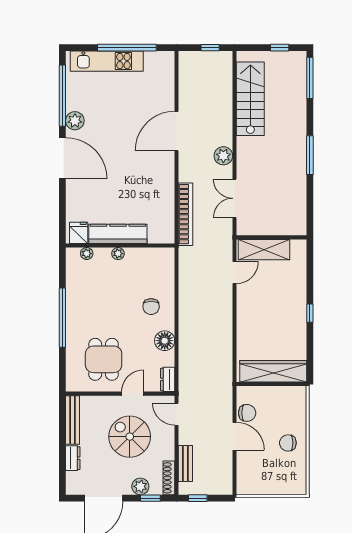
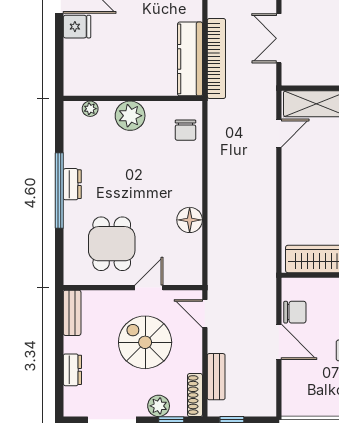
fridge: (79, 233) -> (77, 27), moved, turned 90
kitchen counter: (118, 234) -> (190, 59), moved, turned -90
plant: (118, 254) -> (130, 116), width x1.88, depth x1.88
chair: (151, 307) -> (186, 130), moved
dresser: (168, 379) -> (72, 184), moved, turned 180
bench: (73, 420) -> (72, 313), width x0.73

